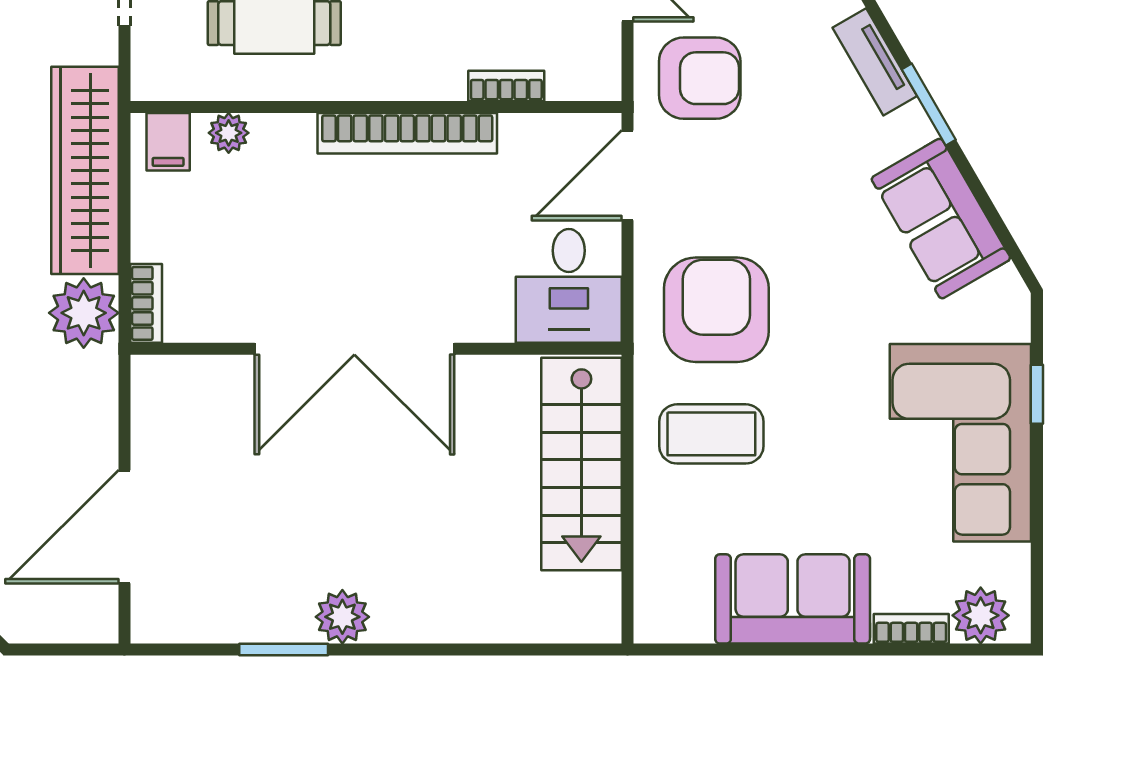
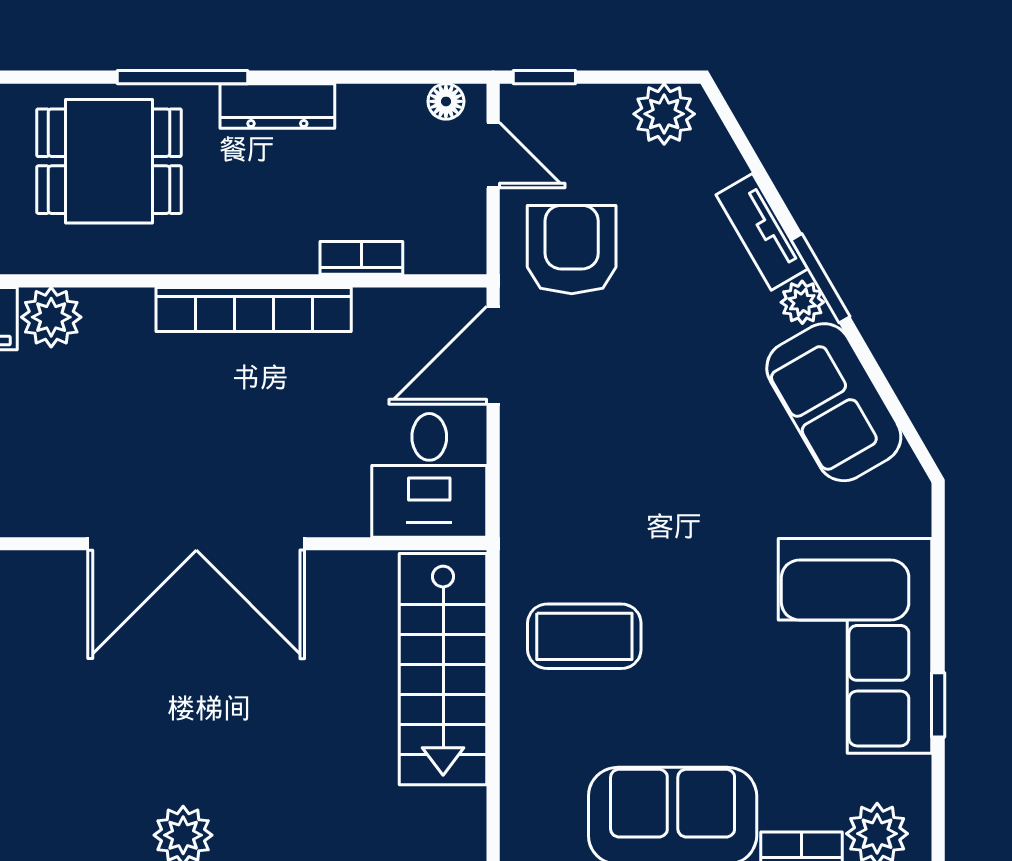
armchair: (700, 78) -> (572, 250), turned -90
plant: (912, 127) -> (802, 302), added
plant: (229, 133) -> (51, 317), width x1.38, depth x1.38
armchair: (716, 310) -> (590, 501), removed
window: (1037, 394) -> (938, 705), moved

